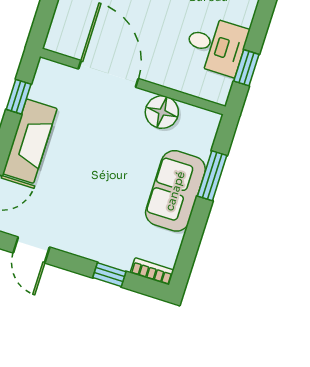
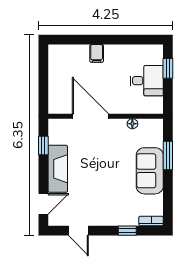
window: (246, 68) -> (168, 68), moved
floor lamp: (162, 112) -> (132, 124), width x0.53, depth x0.53

